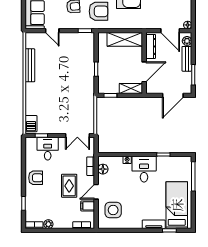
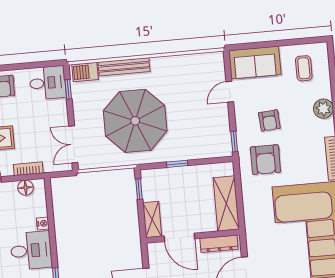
bench: (30, 65) -> (124, 67), moved
parasol: (66, 94) -> (135, 121), added
desk: (48, 149) -> (48, 83), moved

